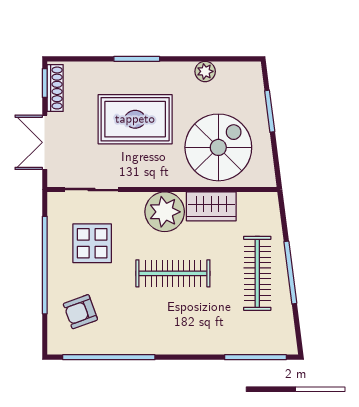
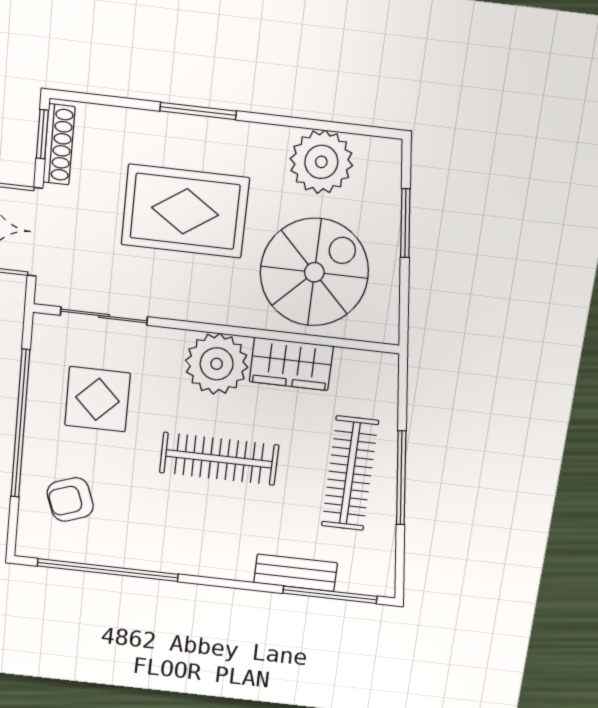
plant: (205, 71) -> (321, 162), width x1.88, depth x1.88
bench: (231, 345) -> (296, 573), added

